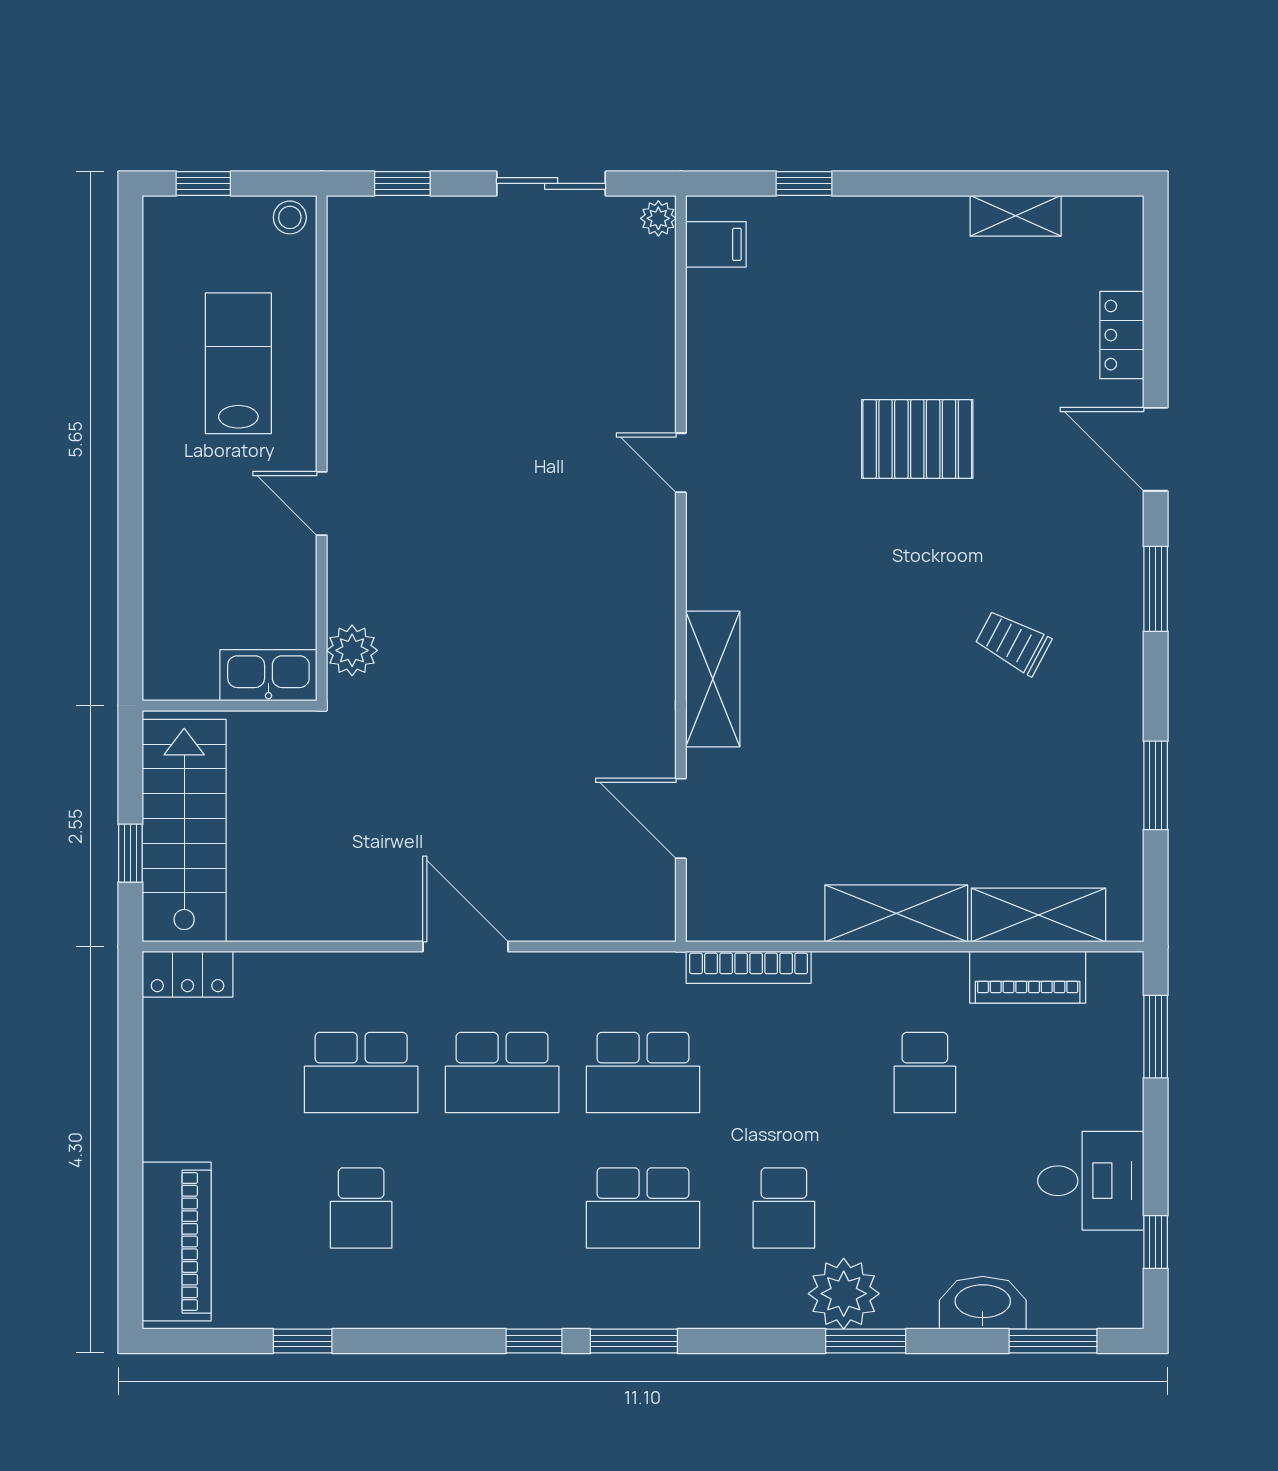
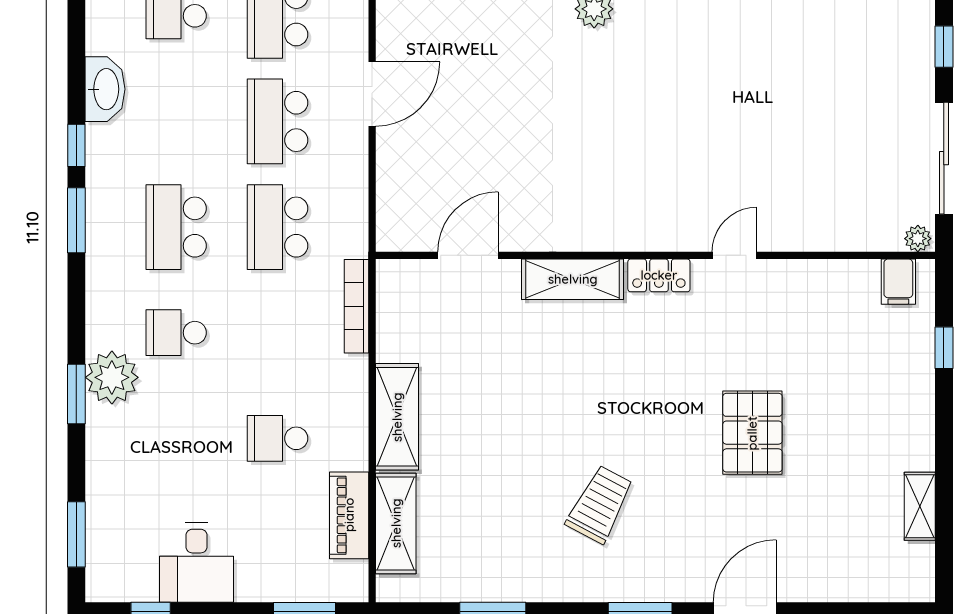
sliding door: (551, 183) -> (944, 158), width x1.37
locker: (1122, 335) -> (659, 275), moved, turned 180
trolley: (1013, 643) -> (600, 504), width x1.36, depth x1.39
washbasin: (983, 1303) -> (105, 89), moved

